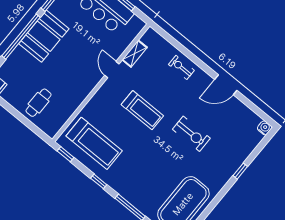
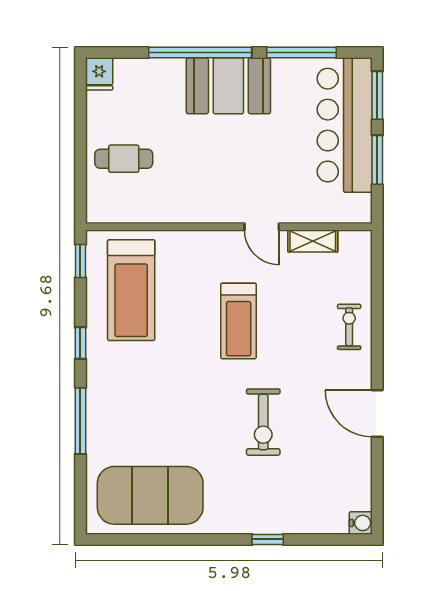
door: (112, 70) -> (262, 227), swing flipped

